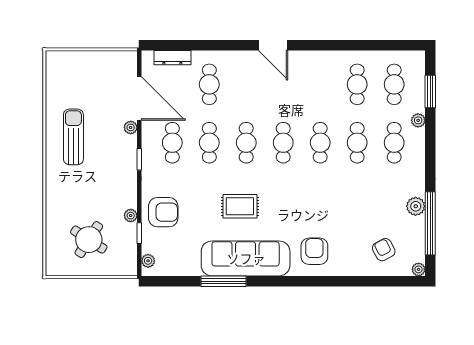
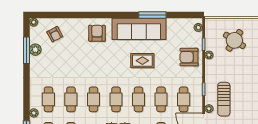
sun lounger: (73, 137) -> (224, 99), moved
plant: (416, 206) -> (35, 50), moved
window: (430, 223) -> (26, 50), width x0.68
armchair: (314, 251) -> (97, 33), turned 180

